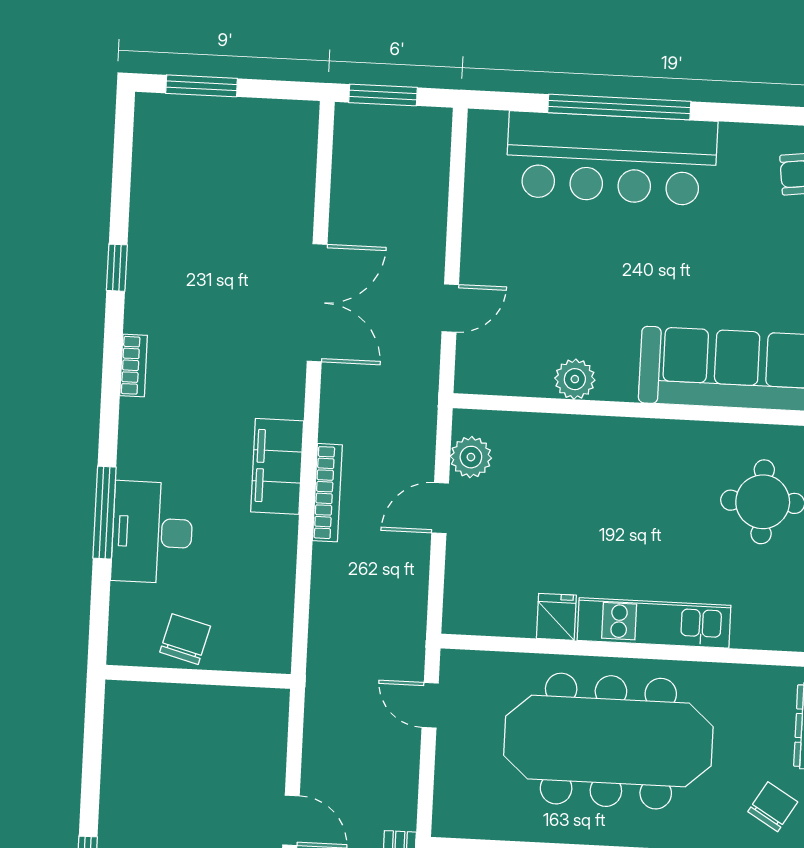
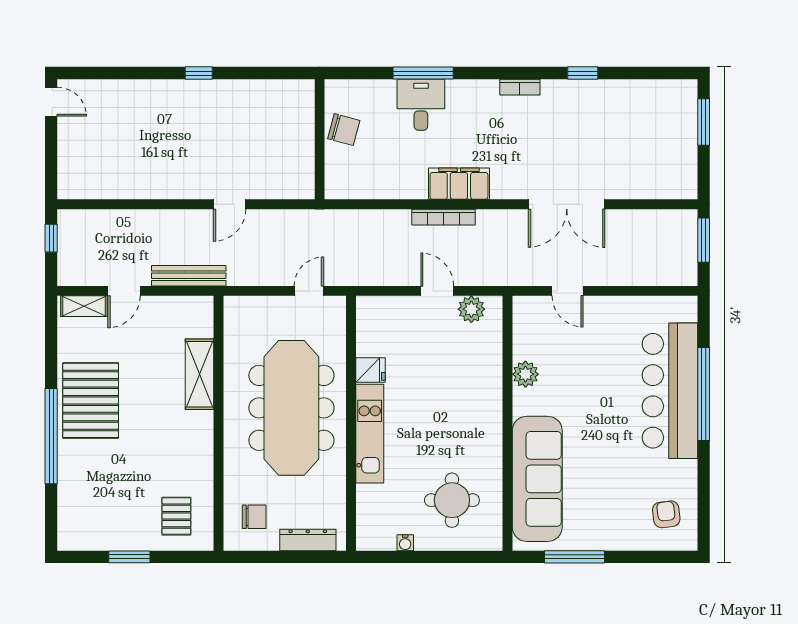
desk: (152, 532) -> (421, 105), width x0.73
chair: (773, 807) -> (254, 517), turned -31

